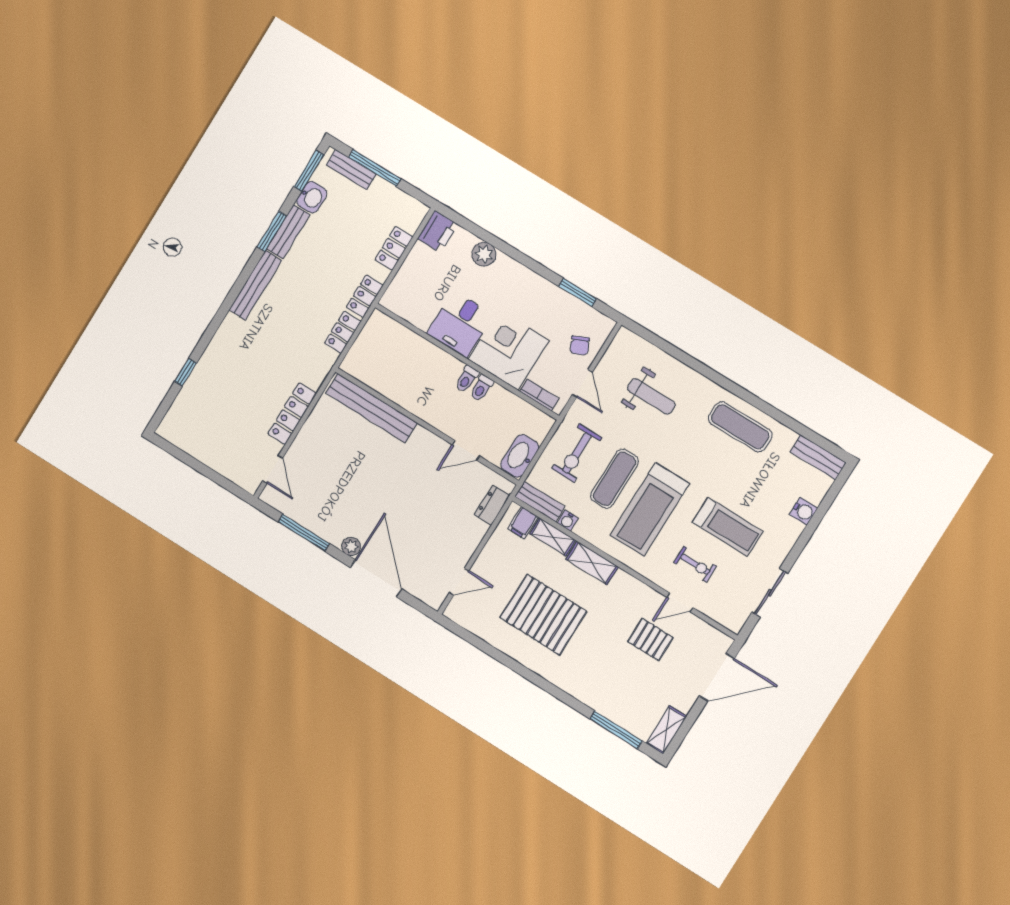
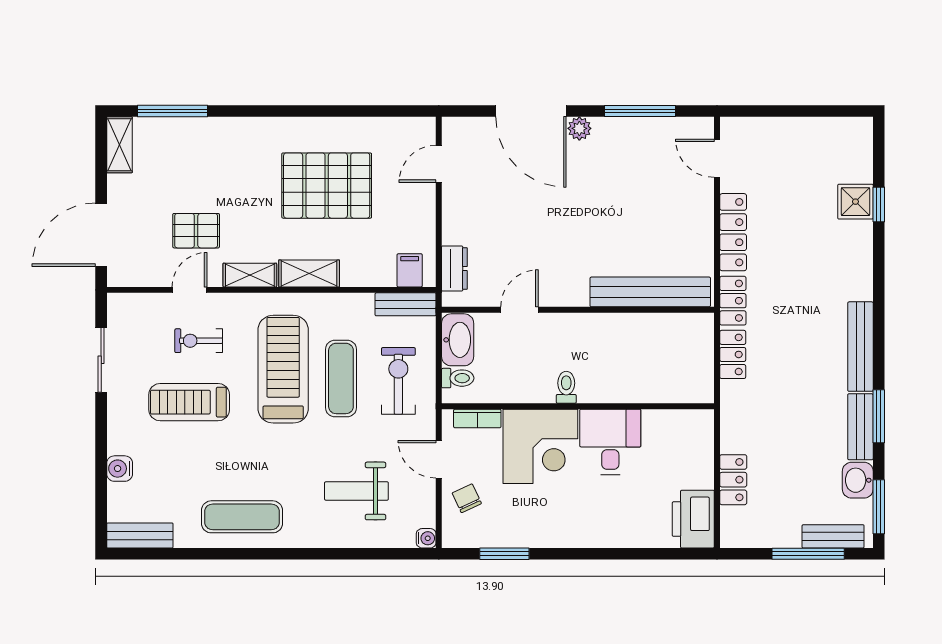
printer: (438, 231) -> (693, 519), width x1.37, depth x1.19
plant: (484, 254) -> (631, 533), removed
locker: (365, 296) -> (733, 301), moved
shower: (200, 384) -> (855, 202), added
toilet: (481, 388) -> (458, 378), moved, turned 90
water cooler: (568, 521) -> (426, 538), moved, turned 90
shelving: (553, 537) -> (250, 275), moved

